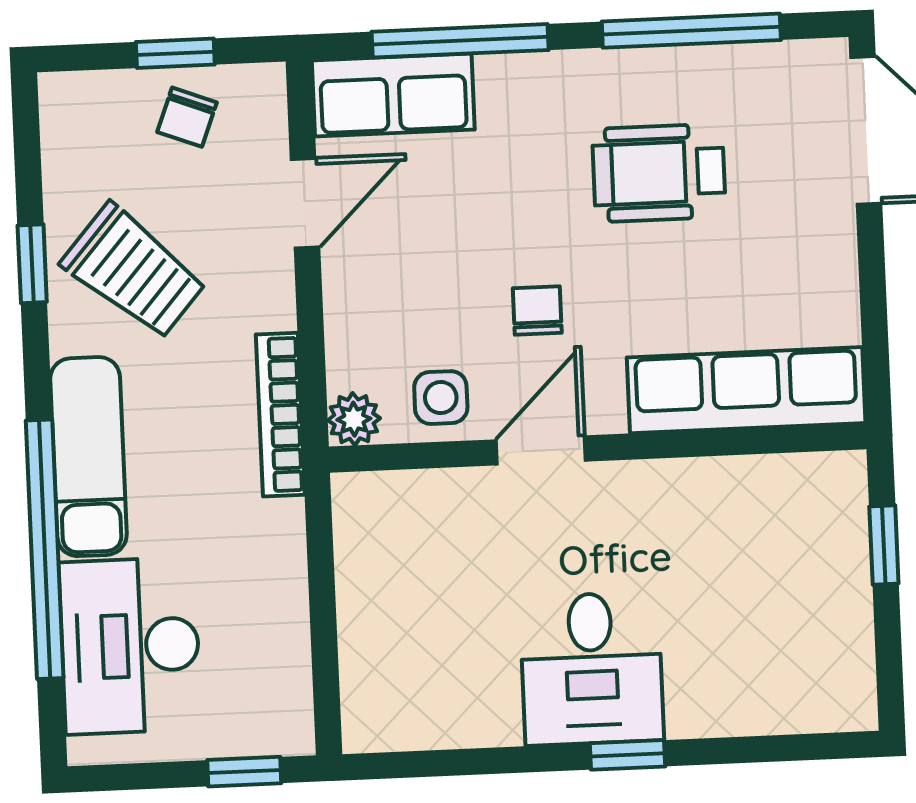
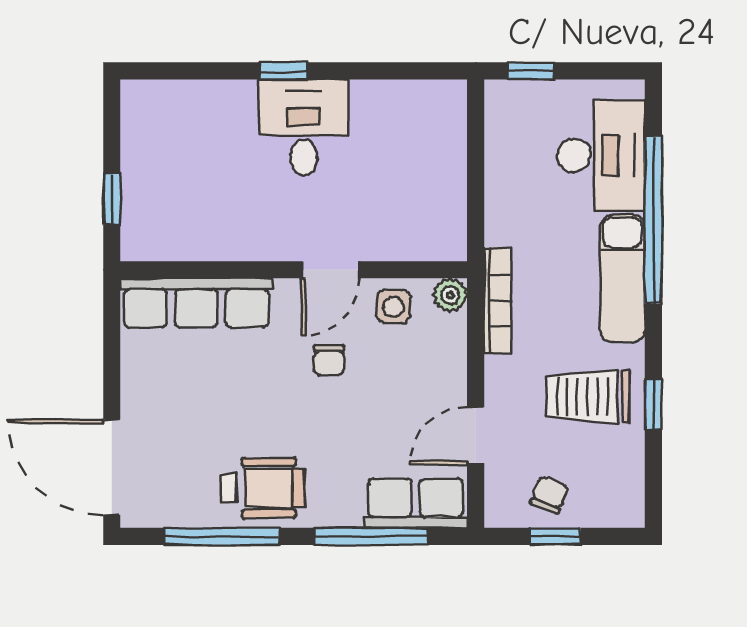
wheelchair: (659, 173) -> (262, 488), moved
trolley: (134, 272) -> (588, 397), turned -41

